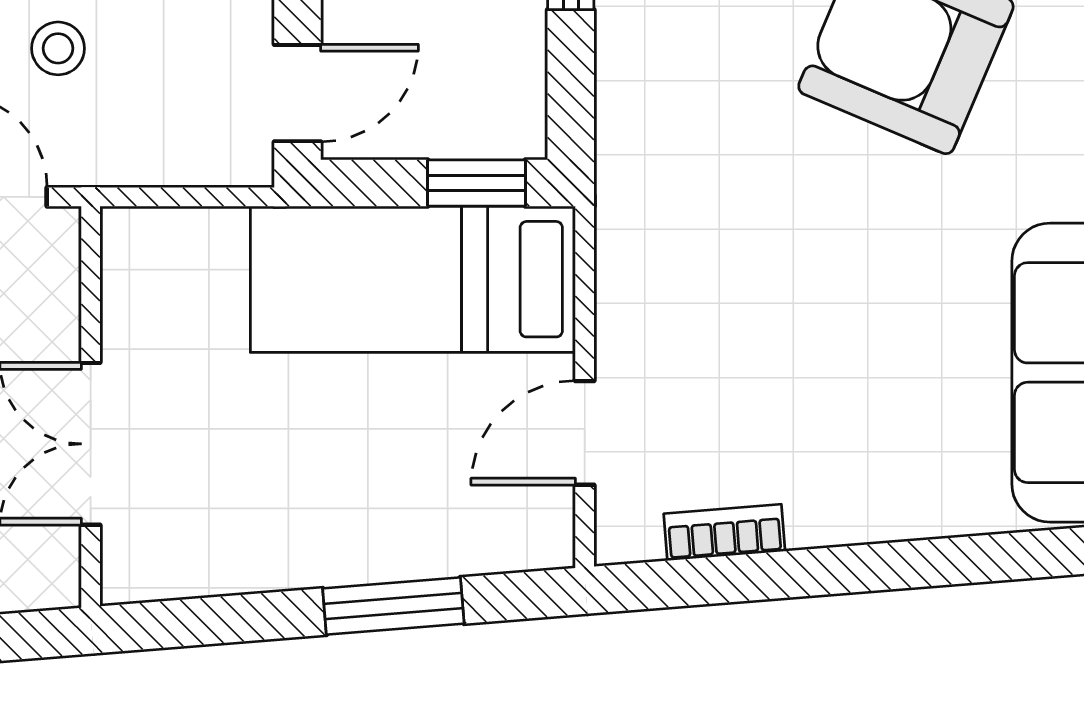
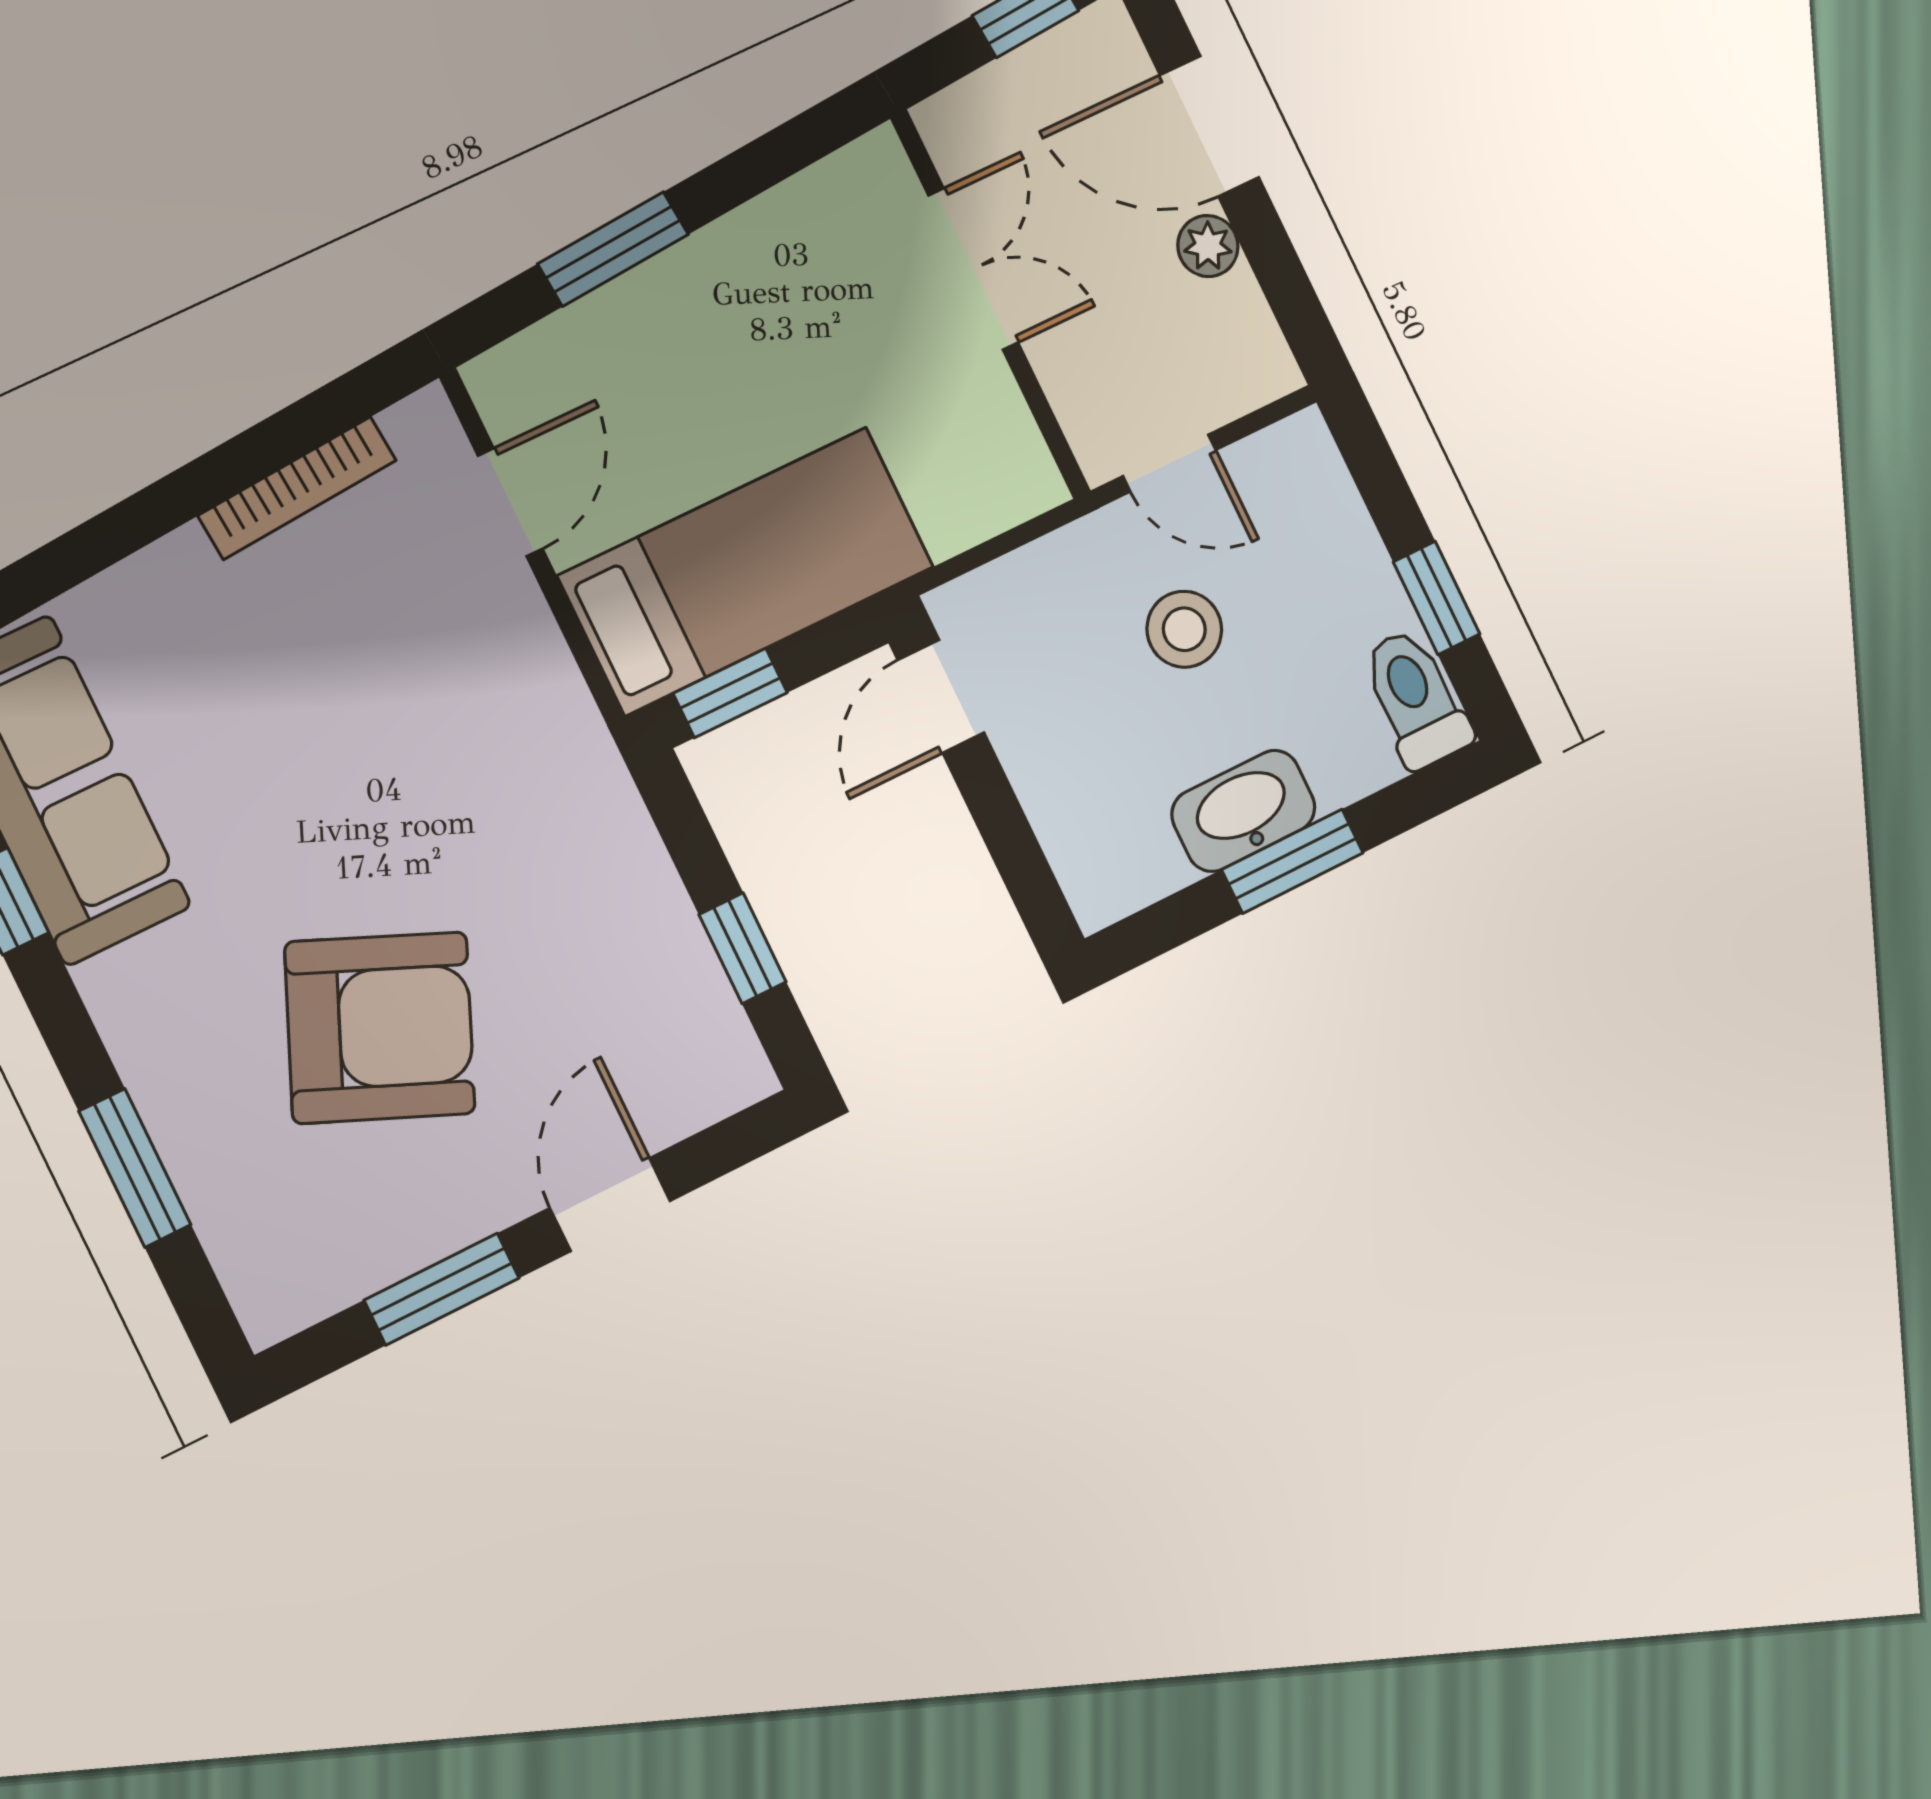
stool: (58, 48) -> (1184, 629), width x1.37, depth x1.37
bookcase: (724, 532) -> (297, 488), width x1.56

